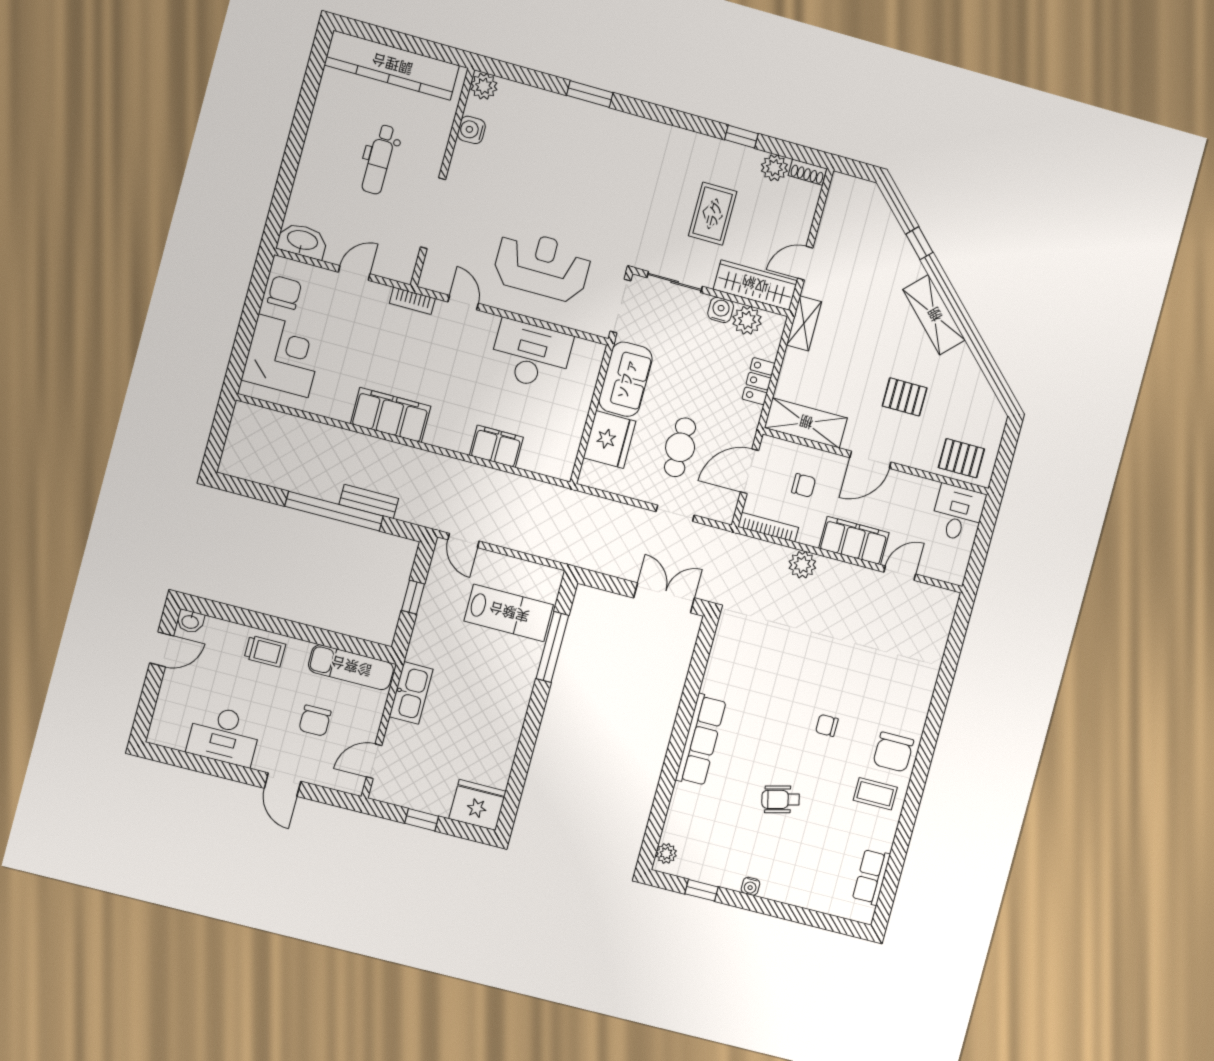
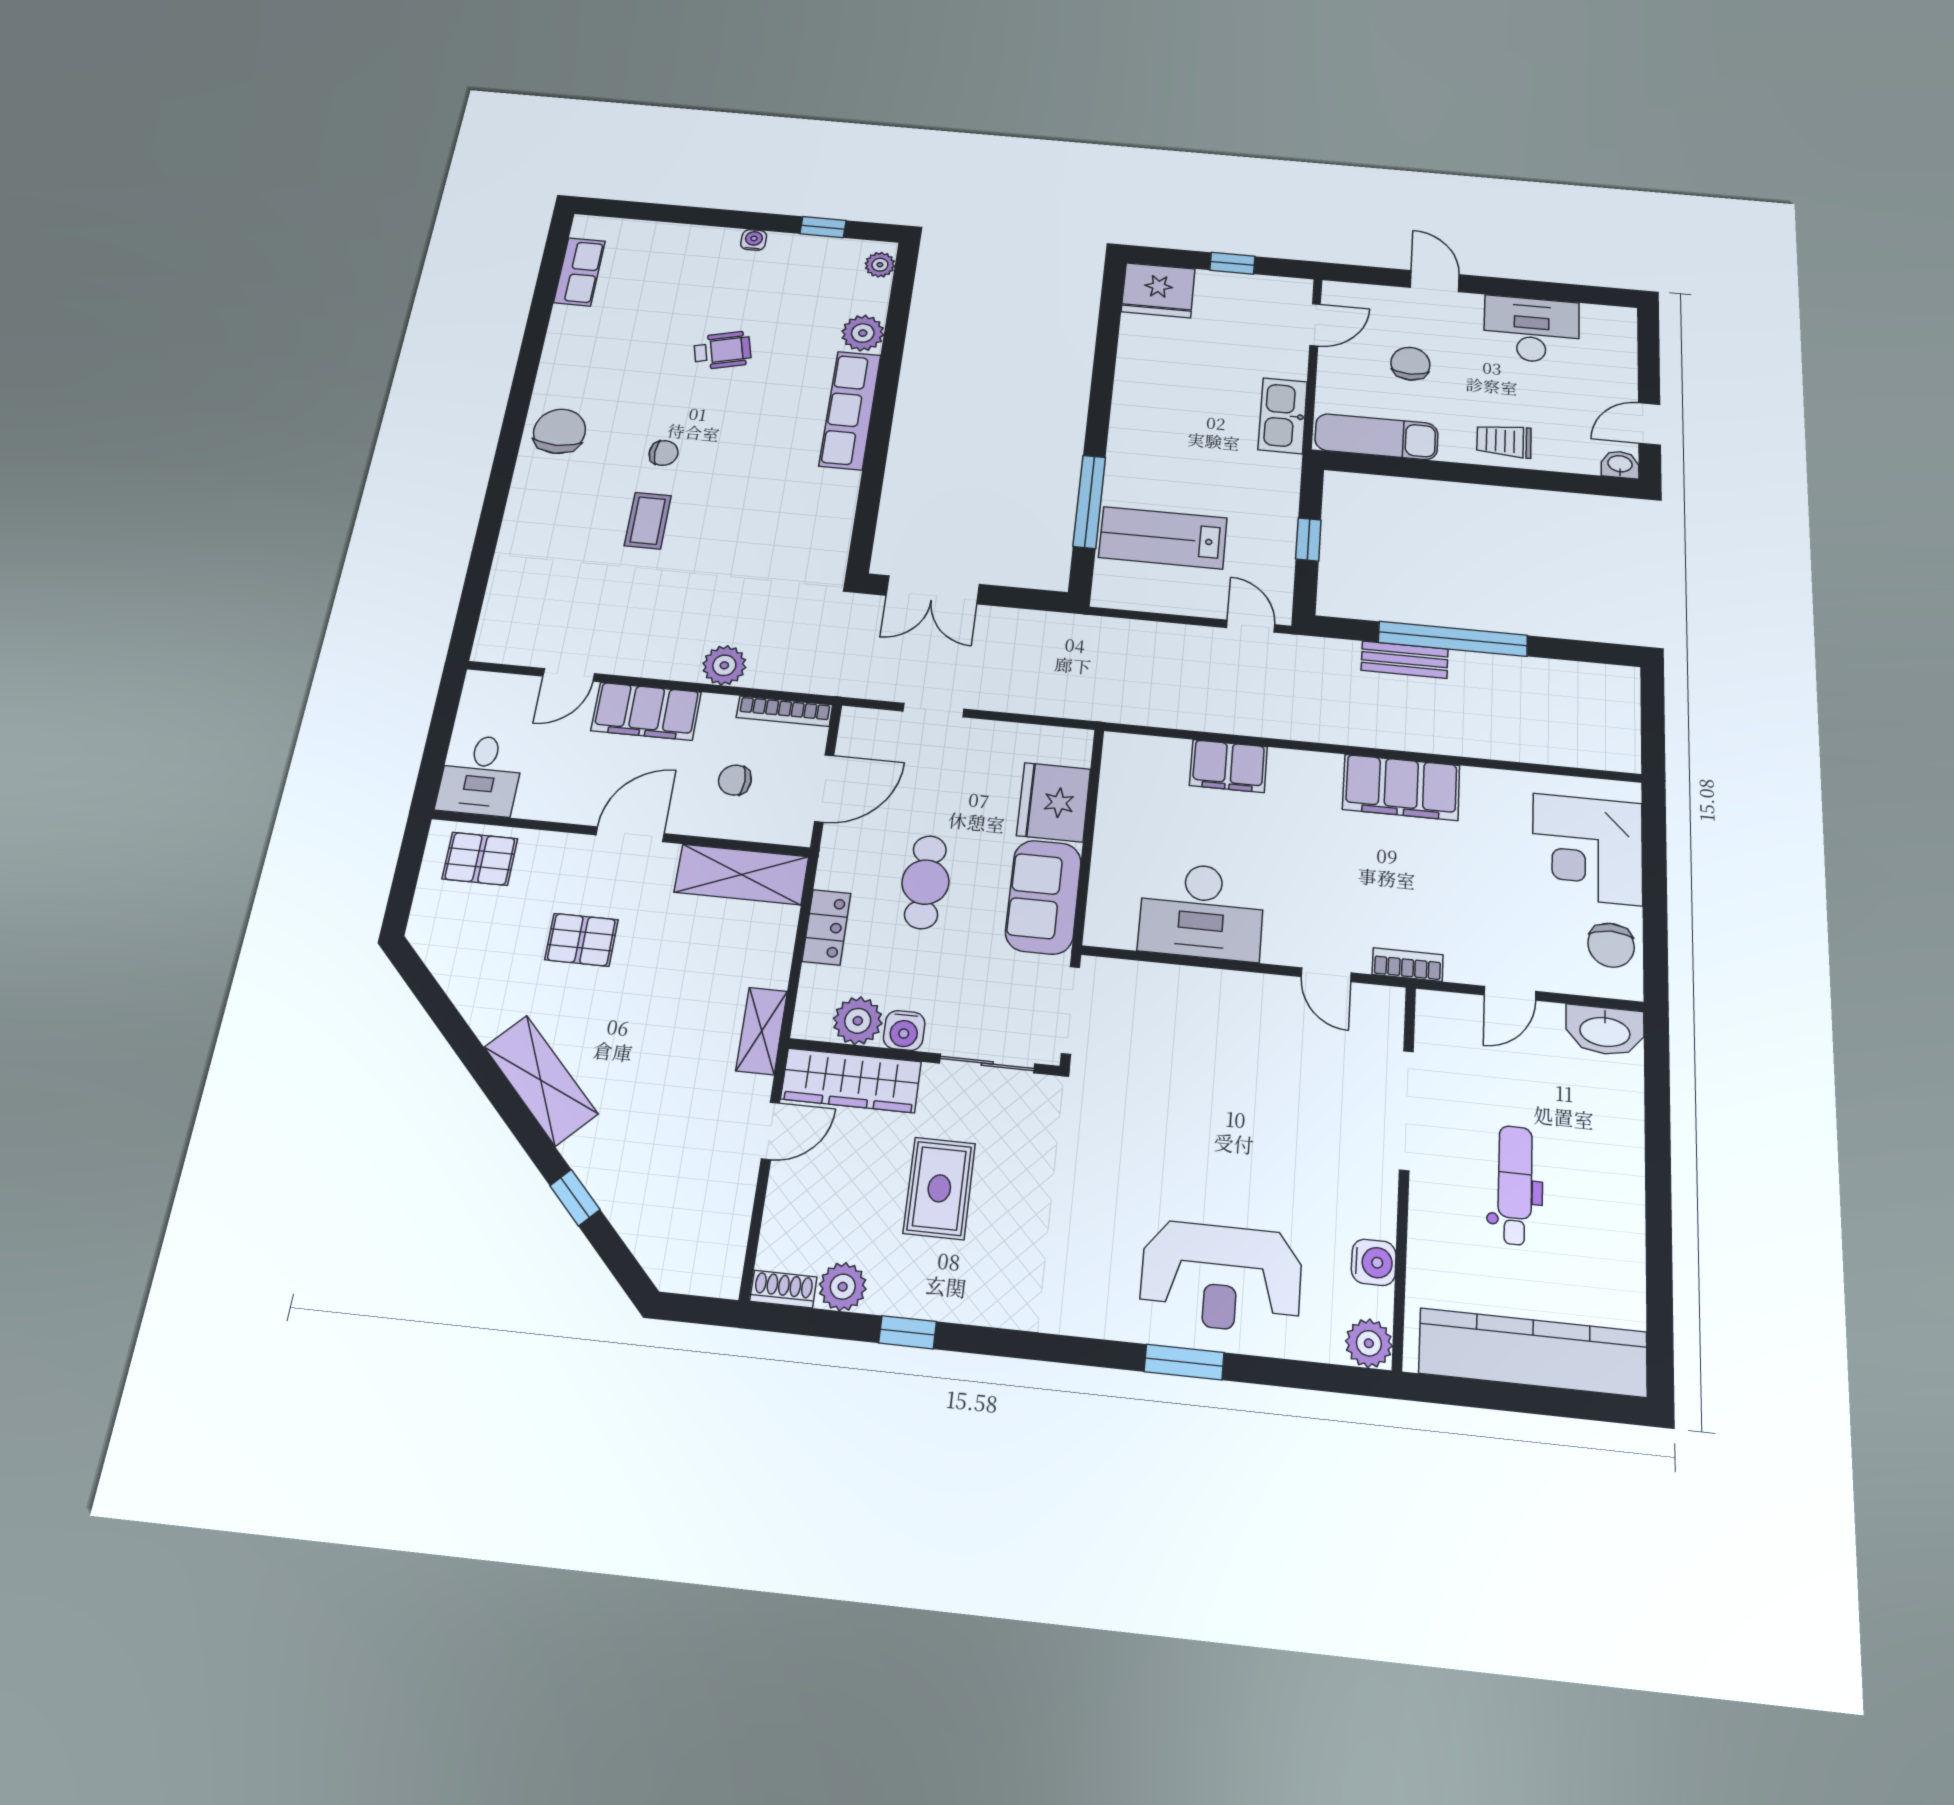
reception desk: (542, 266) -> (1221, 1277), moved
cafe table: (680, 447) -> (925, 882), moved
coffee table: (875, 794) -> (648, 521), moved, turned 90
plant: (685, 800) -> (863, 333), added

